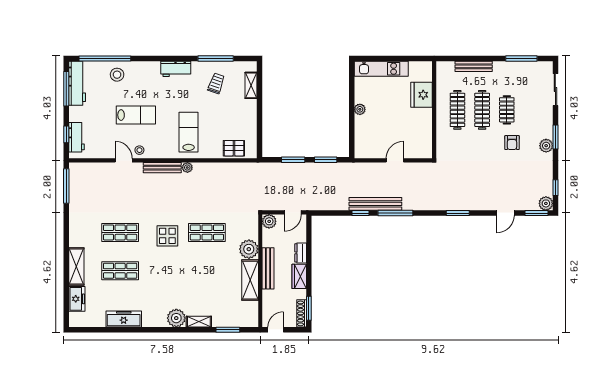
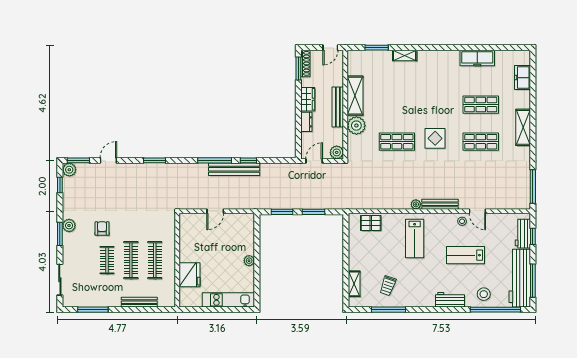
workbench: (176, 69) -> (450, 300), moved
workbench: (77, 83) -> (520, 278), width x1.36, depth x1.32
shelving: (76, 266) -> (523, 127), moved
plant: (176, 318) -> (426, 59), removed

